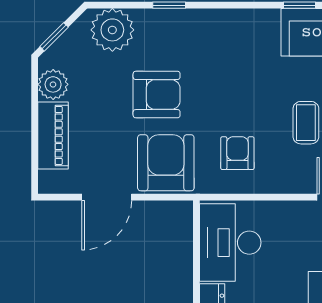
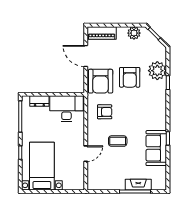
plant: (112, 30) -> (157, 71), moved
piano: (53, 135) -> (102, 33), moved
armchair: (166, 163) -> (101, 81), turned 90

